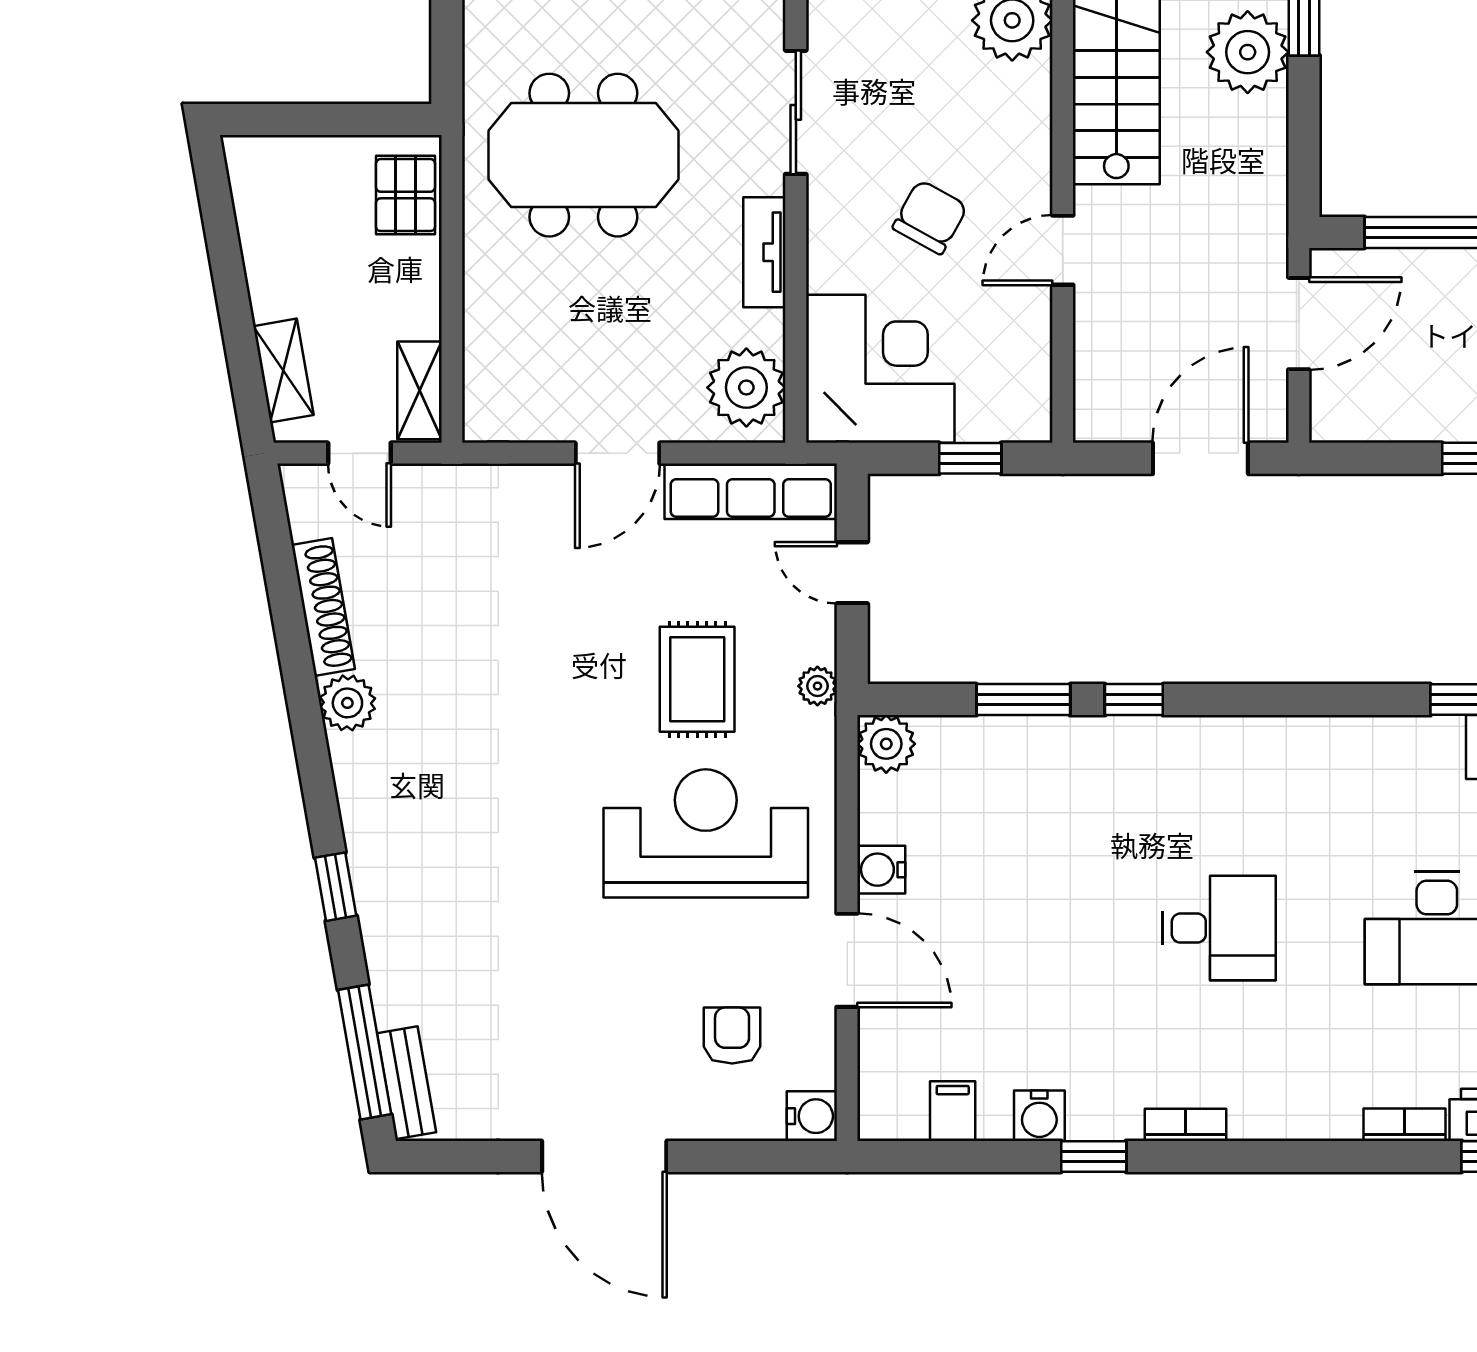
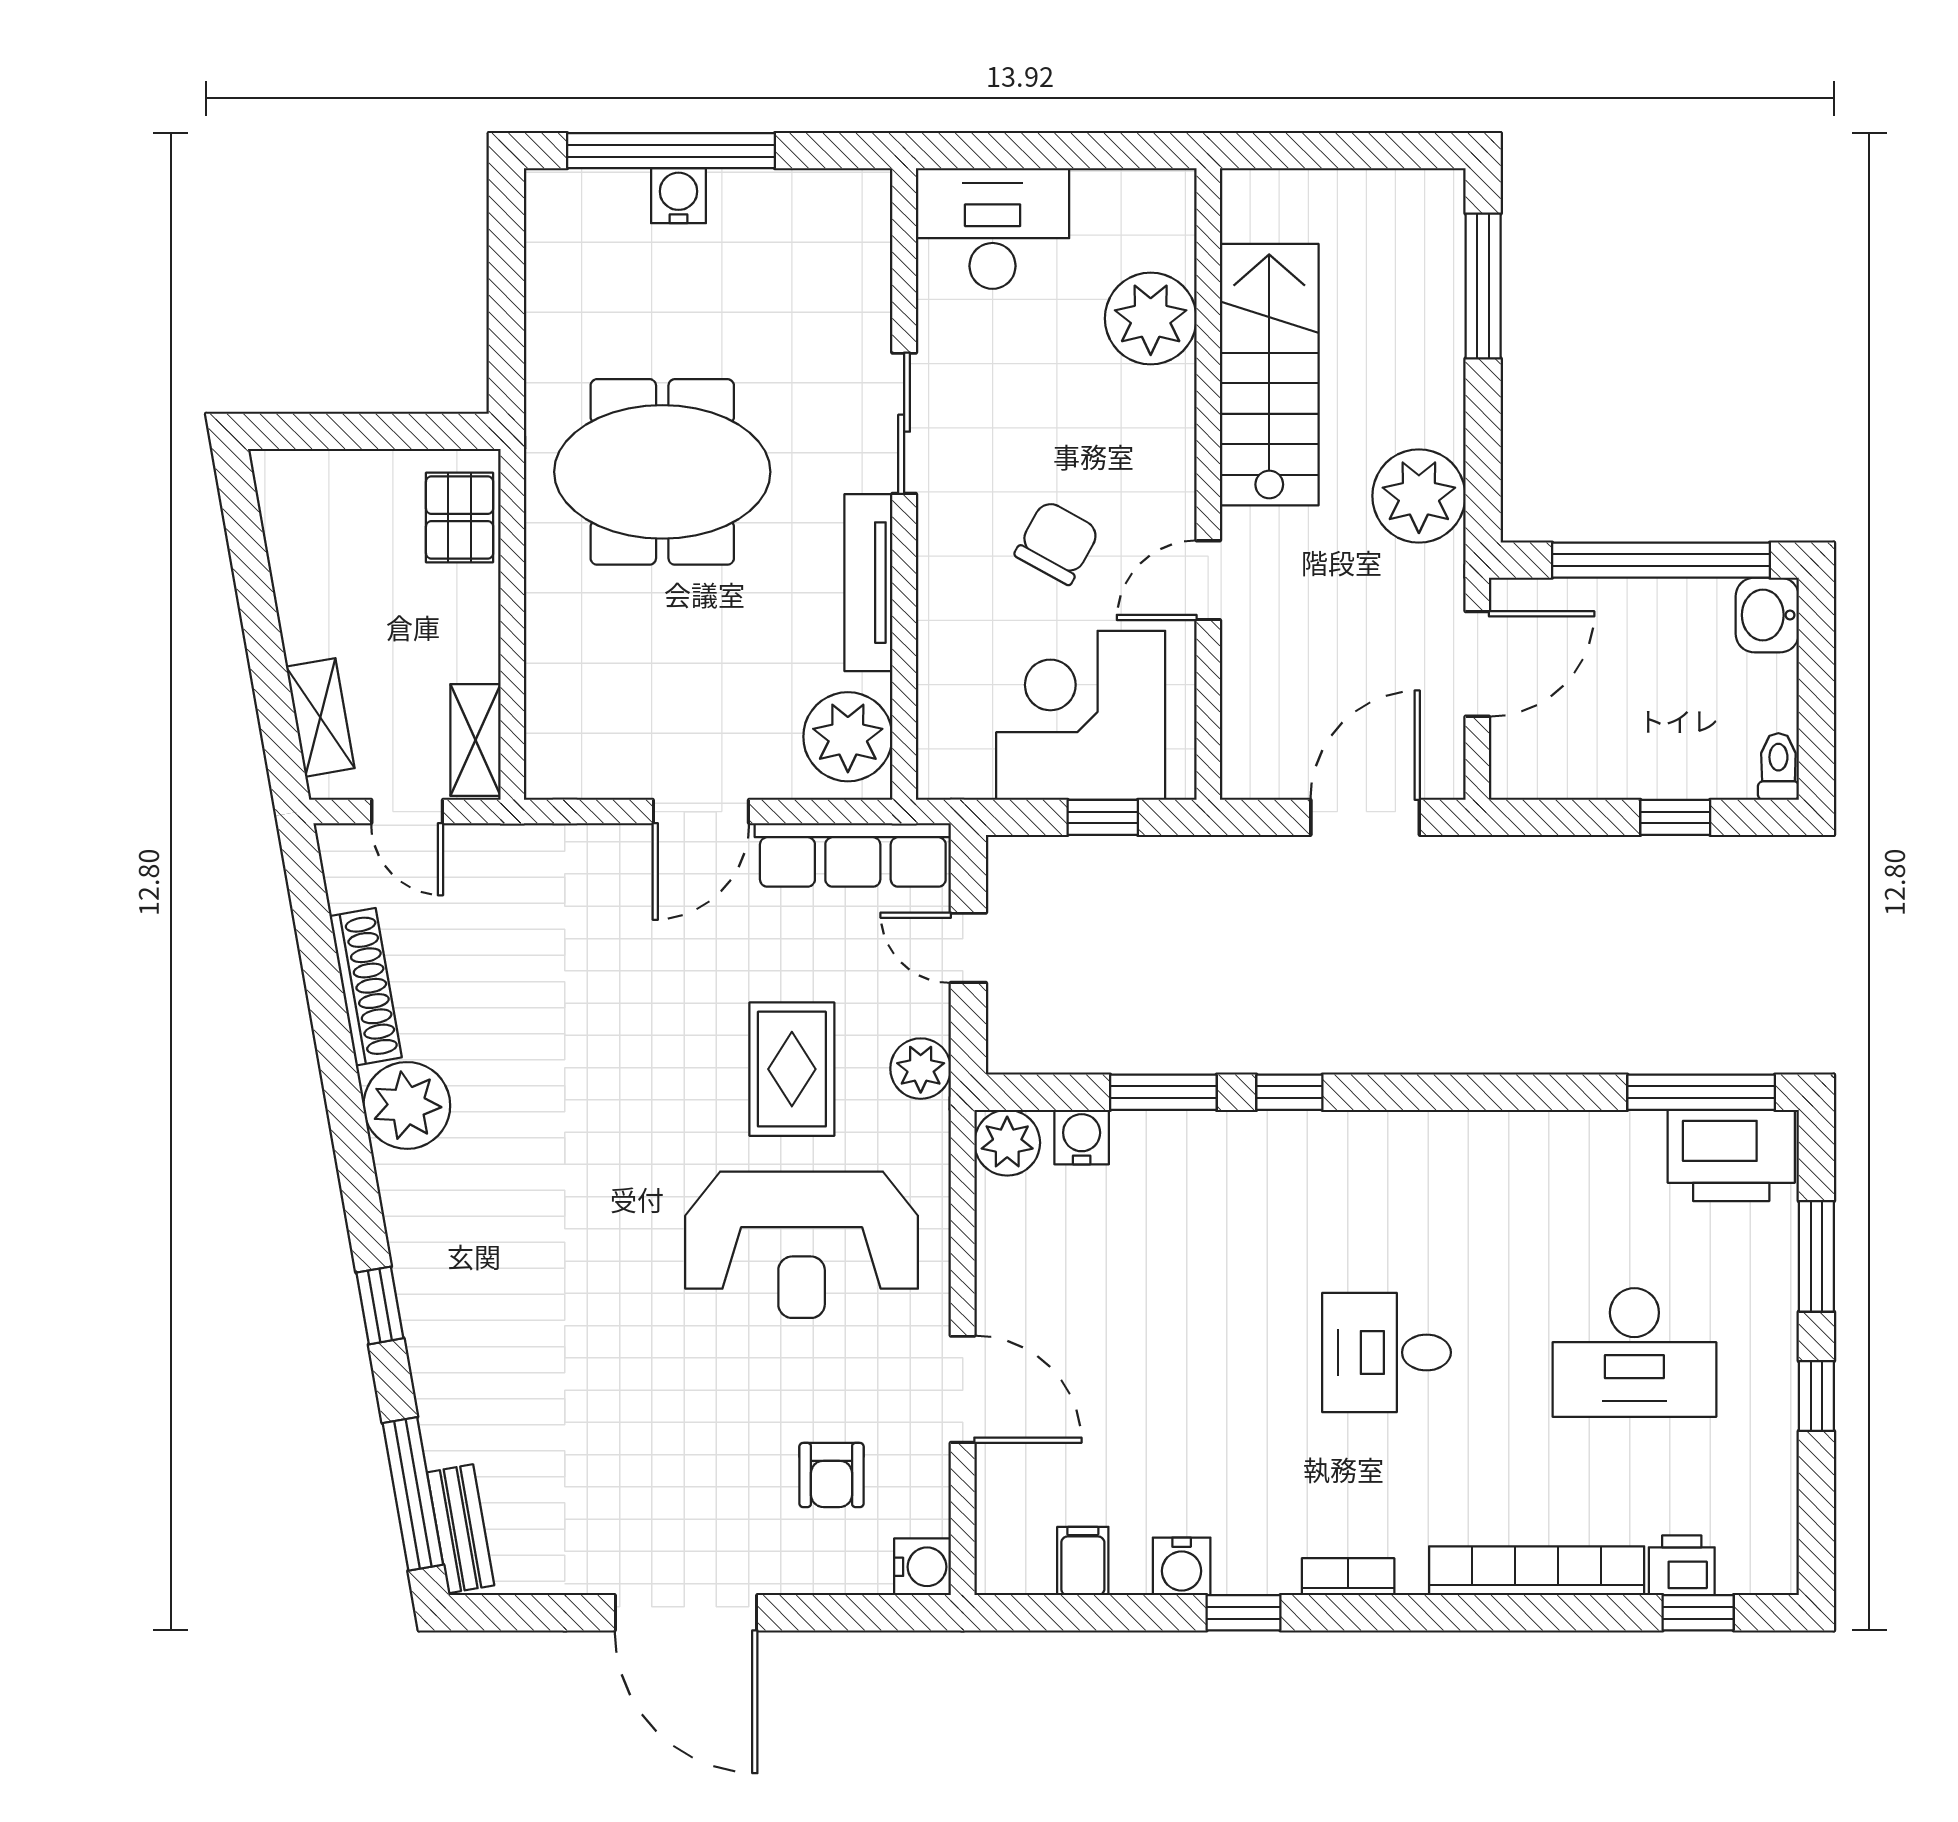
plant: (1248, 52) -> (1419, 496), moved
tv unit: (764, 252) -> (868, 583), width x1.41
corner desk: (880, 369) -> (1081, 715), moved, turned -90
plant: (817, 686) -> (921, 1069), width x1.38, depth x1.38
plant: (347, 703) -> (407, 1105), width x1.36, depth x1.36
reception desk: (706, 833) -> (802, 1245), turned 180
water cooler: (881, 870) -> (1082, 1137), moved, turned 90
desk: (1219, 928) -> (1387, 1352), turned 180
armchair: (732, 1036) -> (831, 1475), turned 180
bookcase: (1405, 1125) -> (1537, 1571), width x2.31, depth x1.31

